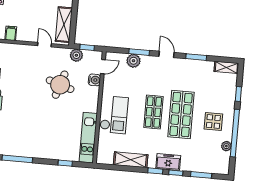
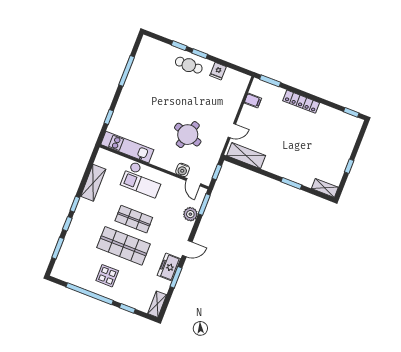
window: (139, 52) -> (204, 205), moved
plant: (76, 55) -> (212, 159), removed
plant: (226, 146) -> (79, 282), removed
freezer: (168, 162) -> (169, 267), moved, turned 180

